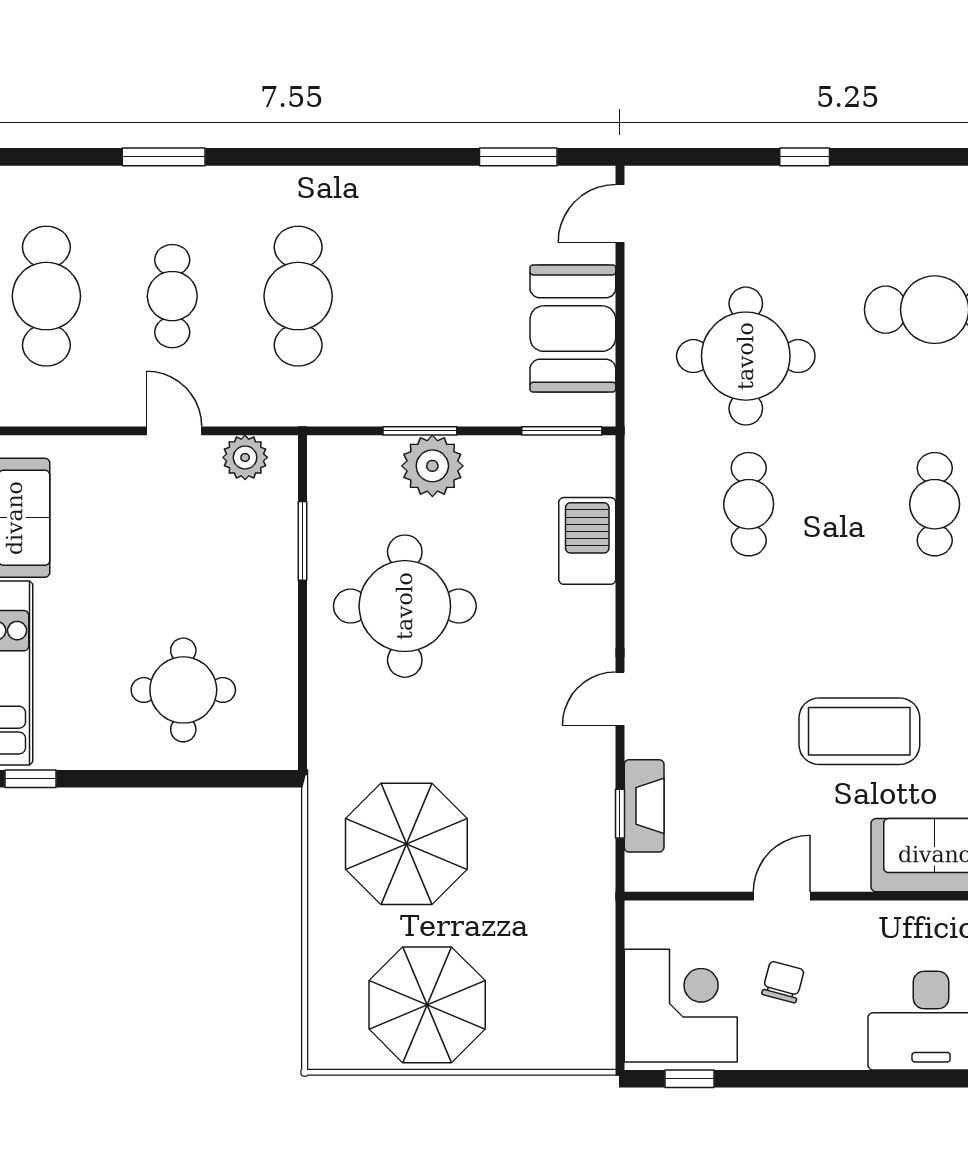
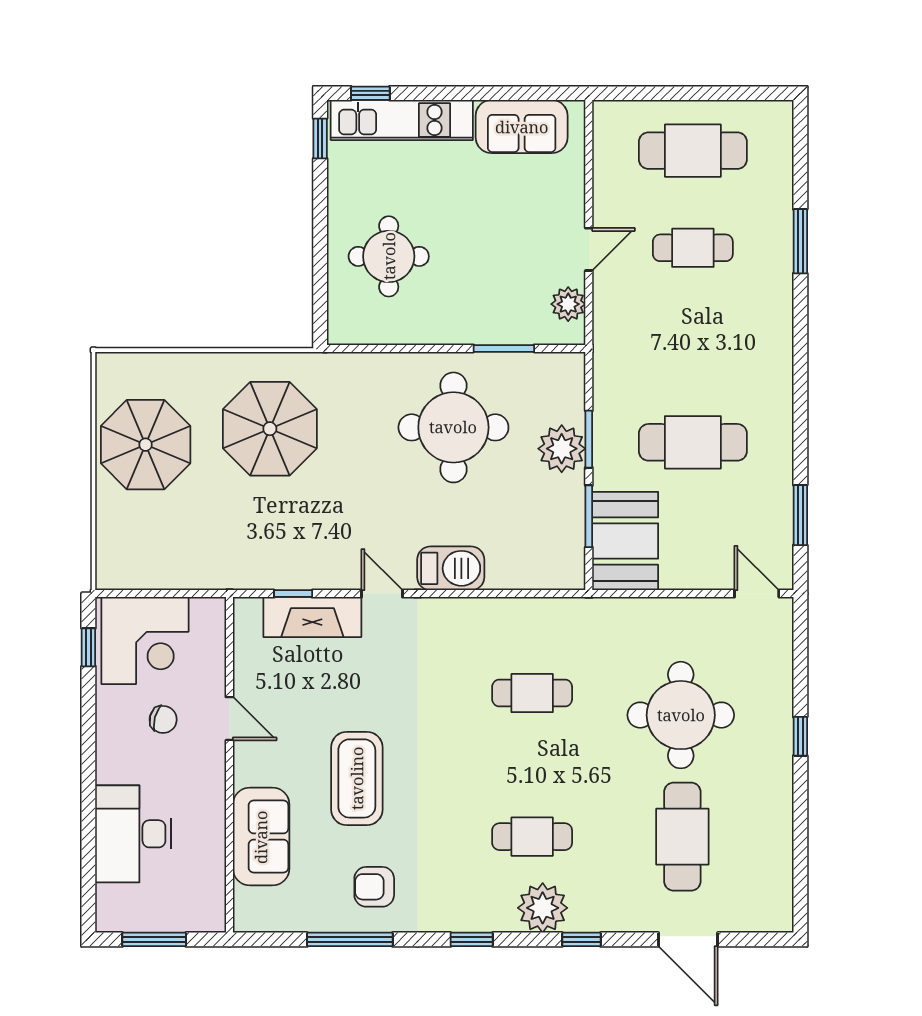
cafe table: (298, 296) -> (693, 442), moved
booth: (573, 329) -> (625, 541), moved, turned 90
round table: (746, 356) -> (681, 715), moved
window: (562, 431) -> (589, 516), moved
barbecue: (587, 541) -> (451, 568), moved
fireplace: (644, 806) -> (312, 617), width x1.37, depth x1.32

